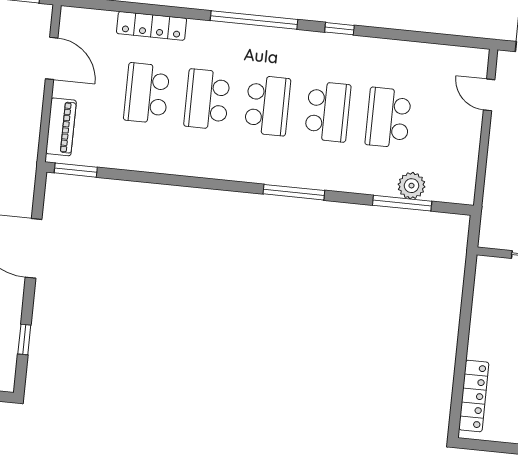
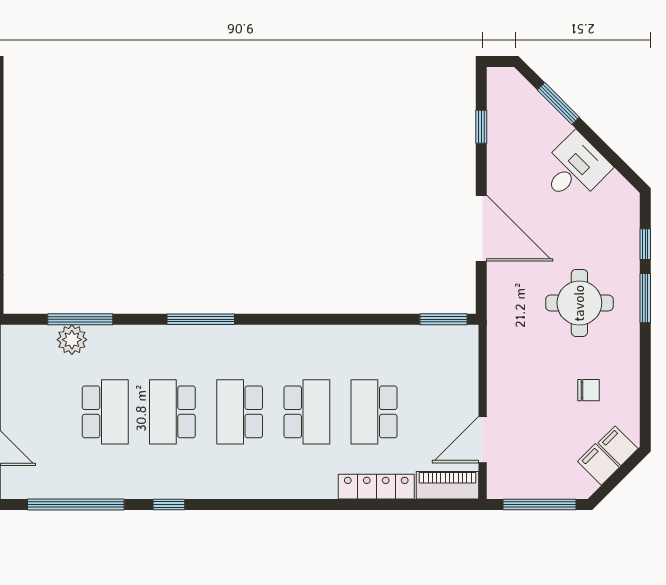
window: (254, 20) -> (76, 505), moved
door: (52, 58) -> (483, 440), hinge flipped
school desk: (147, 93) -> (374, 412), turned 180
piano: (61, 127) -> (447, 485), moved, turned 90

